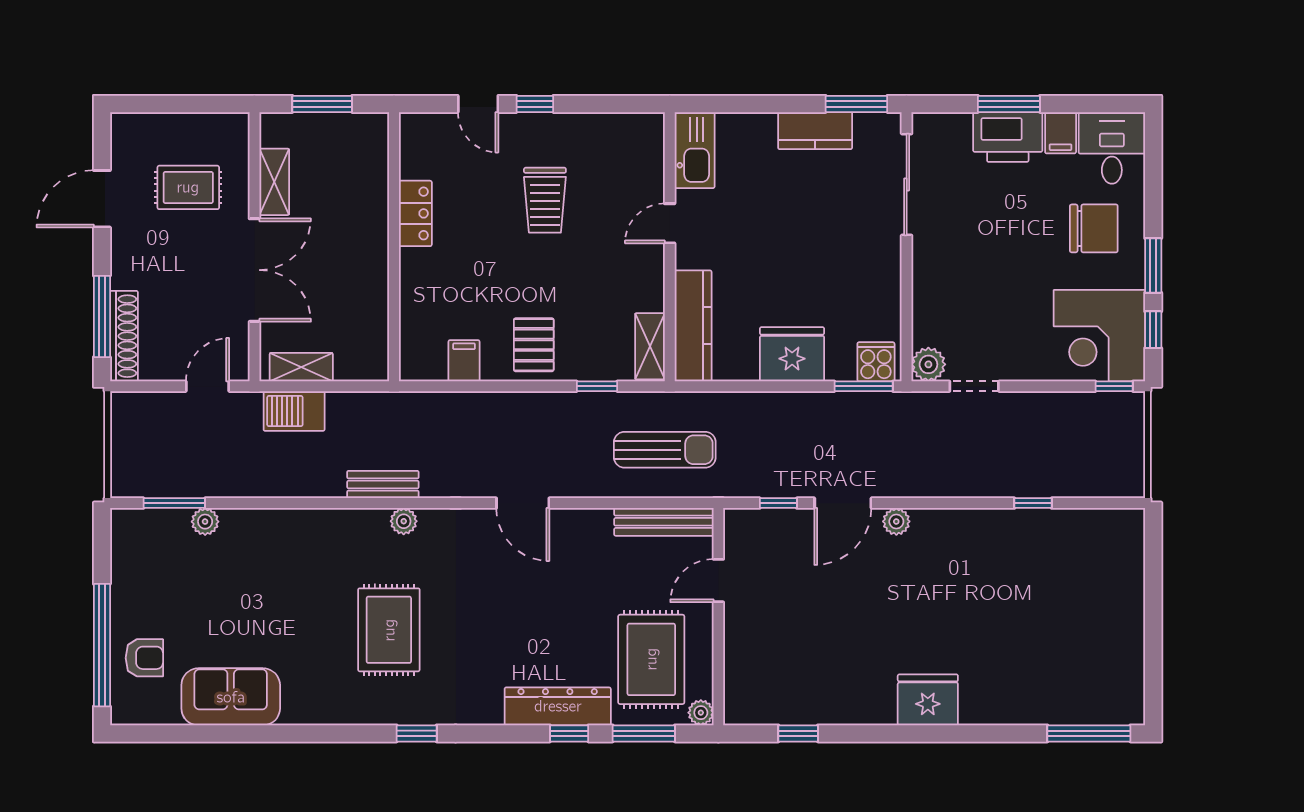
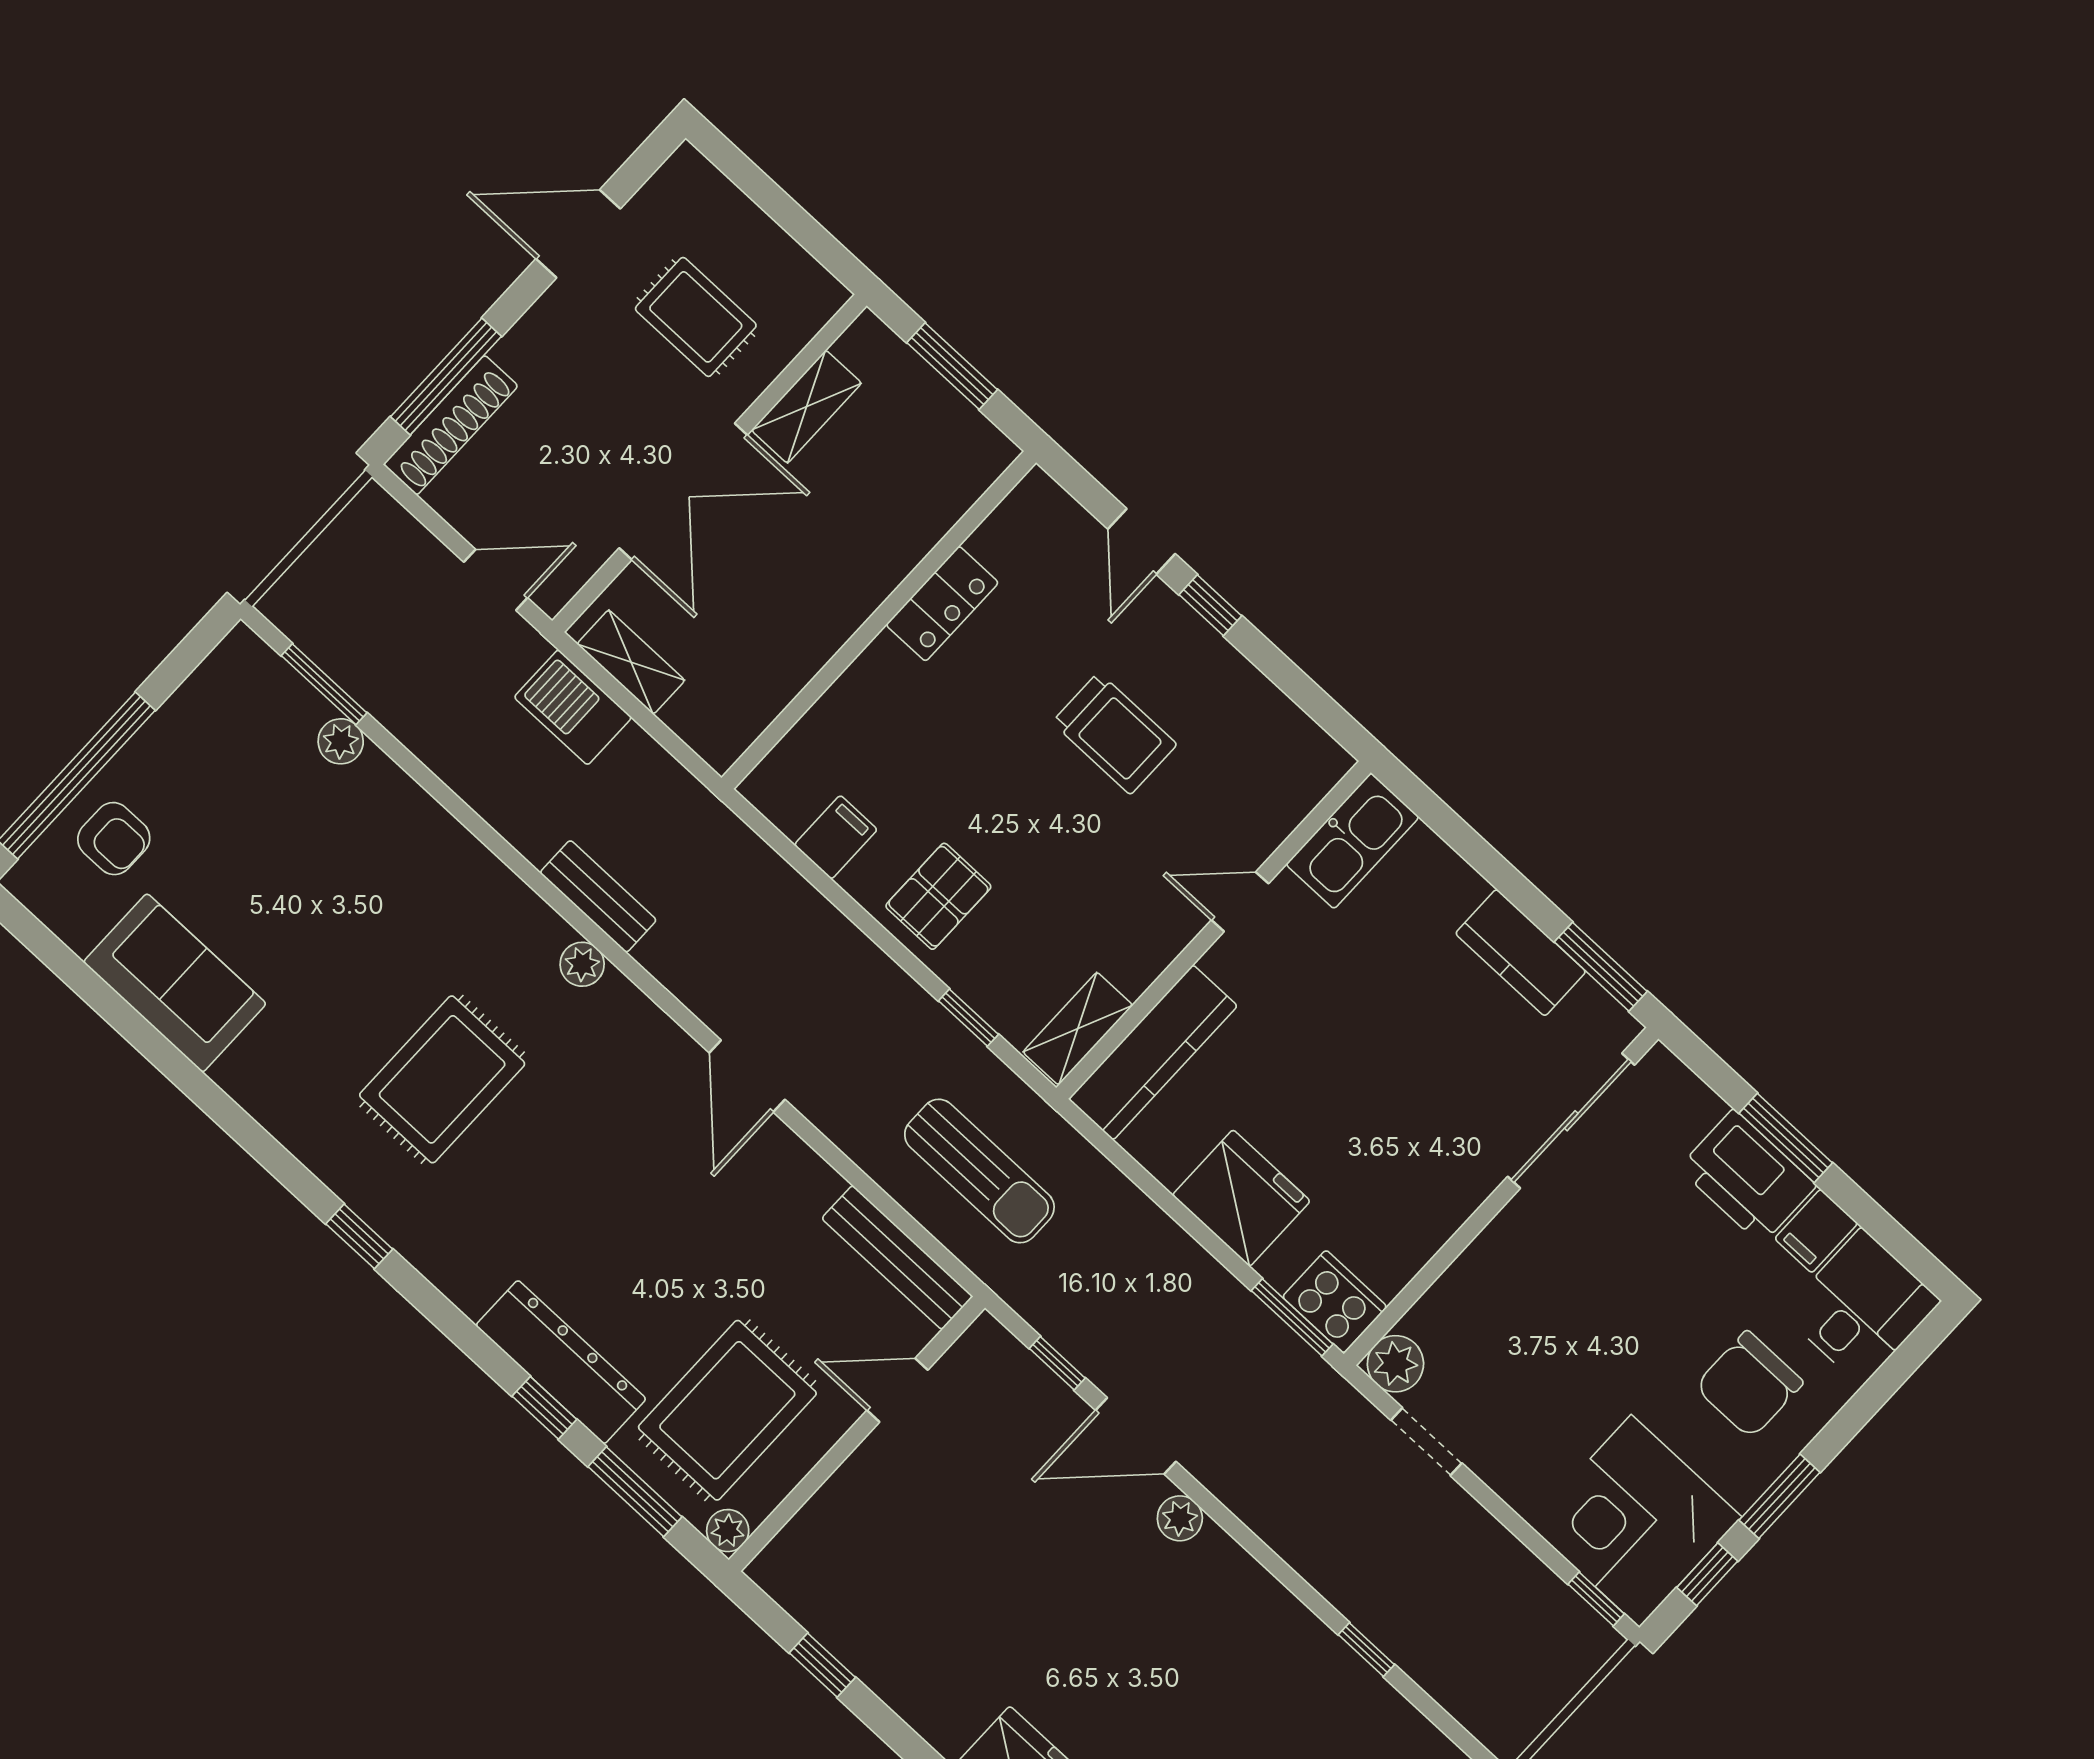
trolley: (545, 200) -> (1115, 733), turned -90
chair: (1094, 228) -> (1749, 1385), turned 90
cooker: (876, 362) -> (1335, 1302), width x1.36

